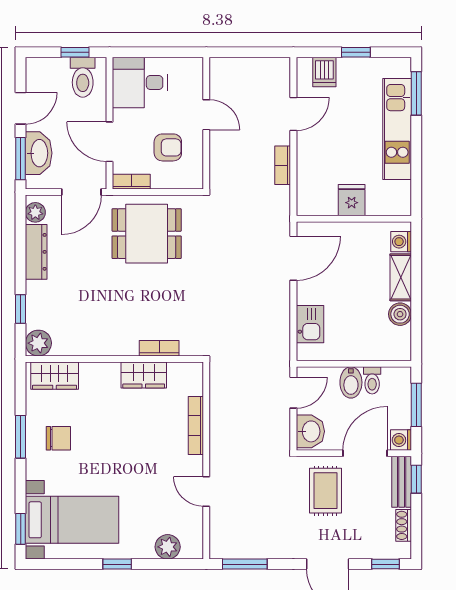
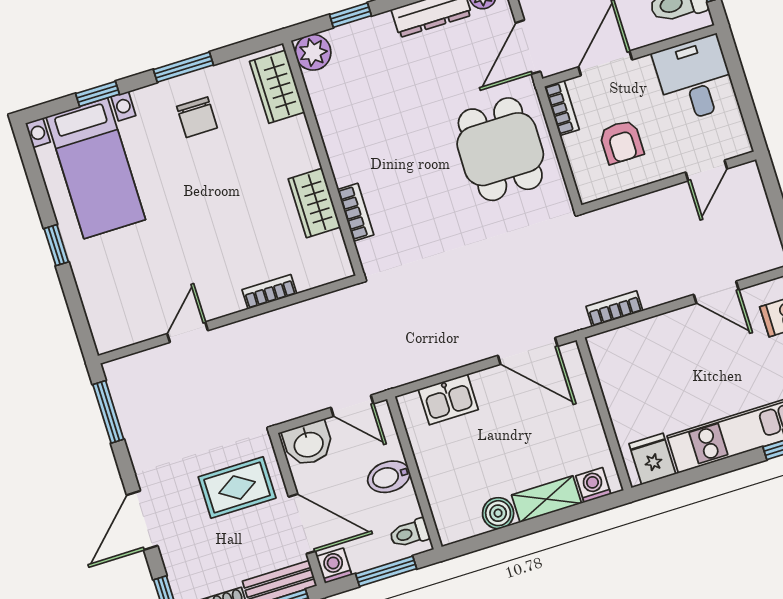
door: (206, 115) -> (706, 171), moved
bookcase: (283, 165) -> (614, 309), moved
door: (81, 192) -> (528, 47), hinge flipped
fridge: (352, 200) -> (652, 459), moved, turned -90
toilet: (372, 380) -> (409, 533), moved
bookcase: (196, 426) -> (269, 292), width x0.64
window: (21, 529) -> (98, 94), moved
plant: (168, 547) -> (99, 304), removed

